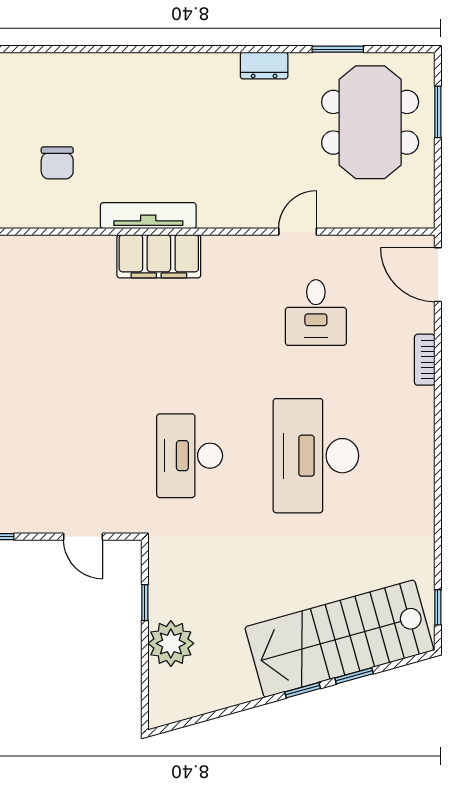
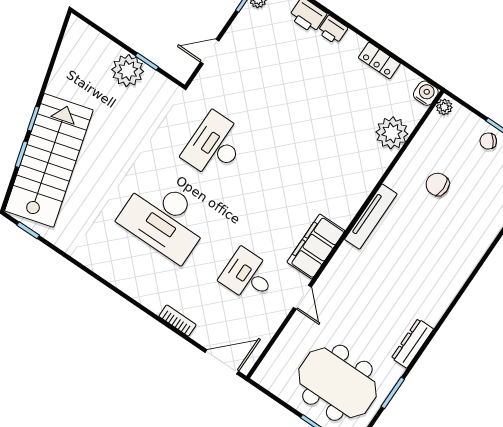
dresser: (264, 66) -> (412, 343), width x1.44
filing cabinet: (159, 256) -> (316, 246), moved
plant: (33, 258) -> (392, 133), added
desk: (190, 456) -> (215, 146), turned -90
desk: (316, 456) -> (165, 219), turned 180
plant: (171, 643) -> (128, 71), moved

